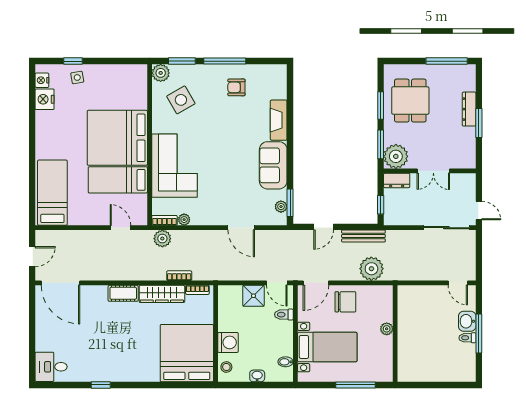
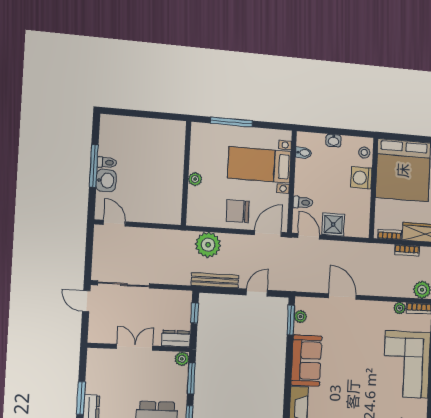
plant: (396, 156) -> (182, 359), width x0.53, depth x0.53

